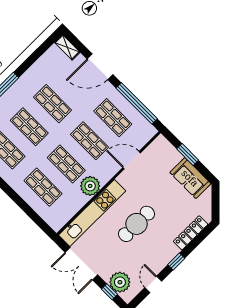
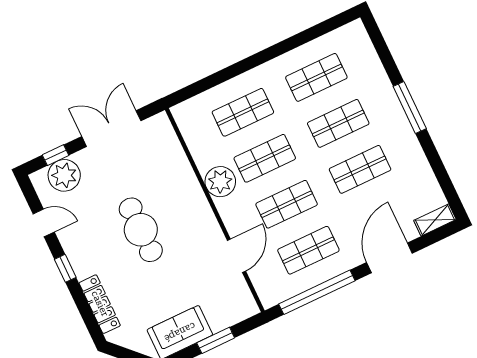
kitchen unit: (92, 213) -> (180, 171), removed

